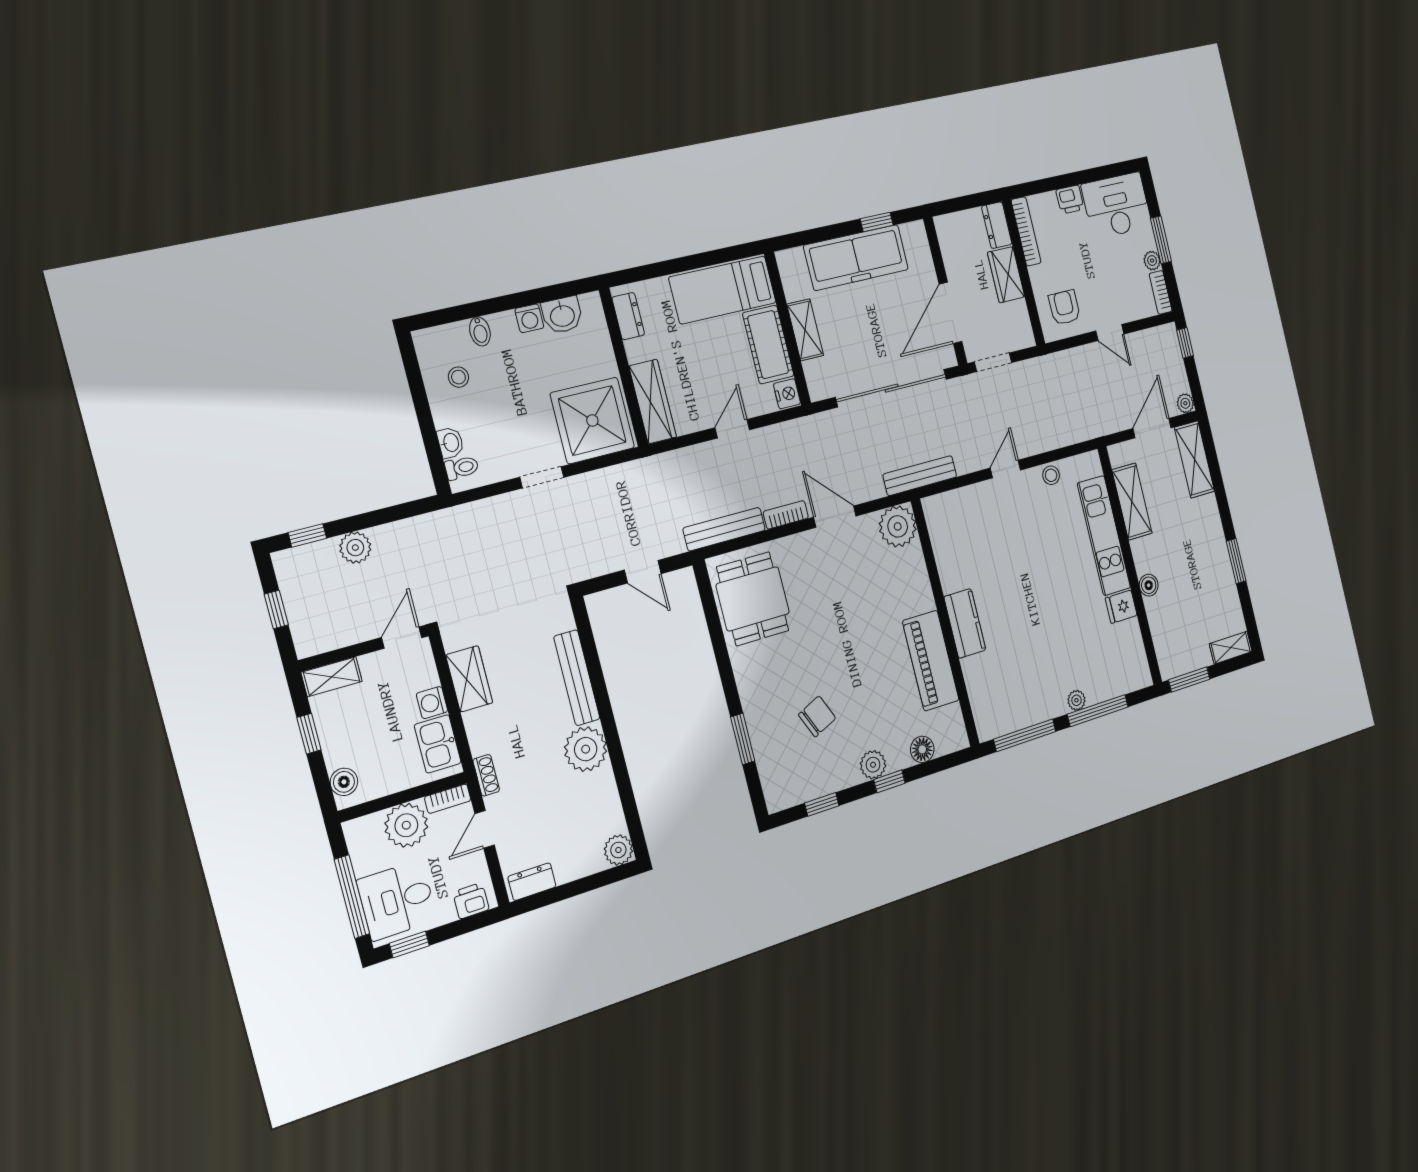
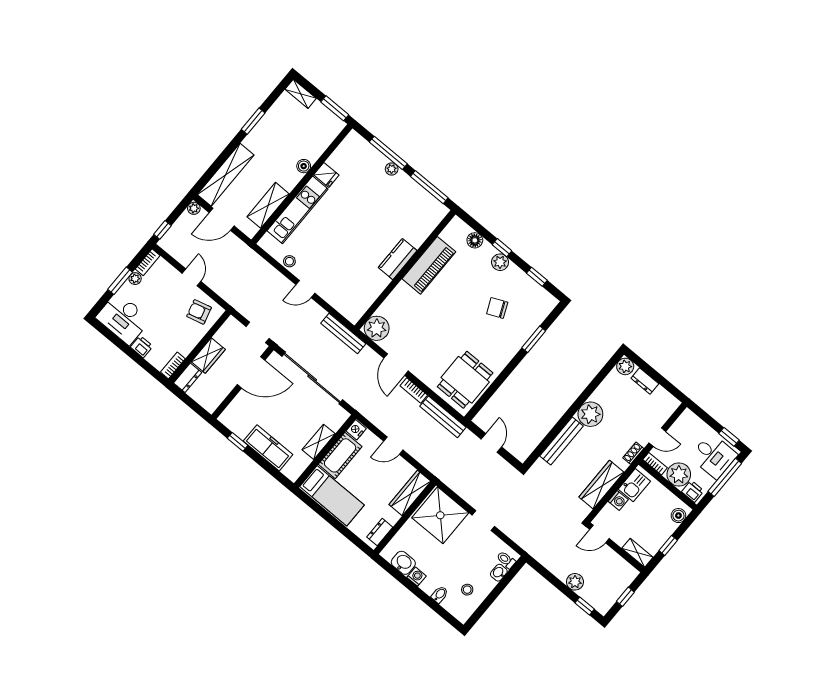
bookcase: (1026, 231) -> (173, 365), width x0.64
freezer: (856, 258) -> (268, 448), width x0.73, depth x0.79
armchair: (1064, 307) -> (199, 312), turned 75
shelving: (1194, 459) -> (226, 175), width x1.47
wardrobe: (469, 679) -> (601, 485), width x1.50
dresser: (532, 882) -> (645, 381), moved
printer: (471, 901) -> (693, 491), moved, turned 180

